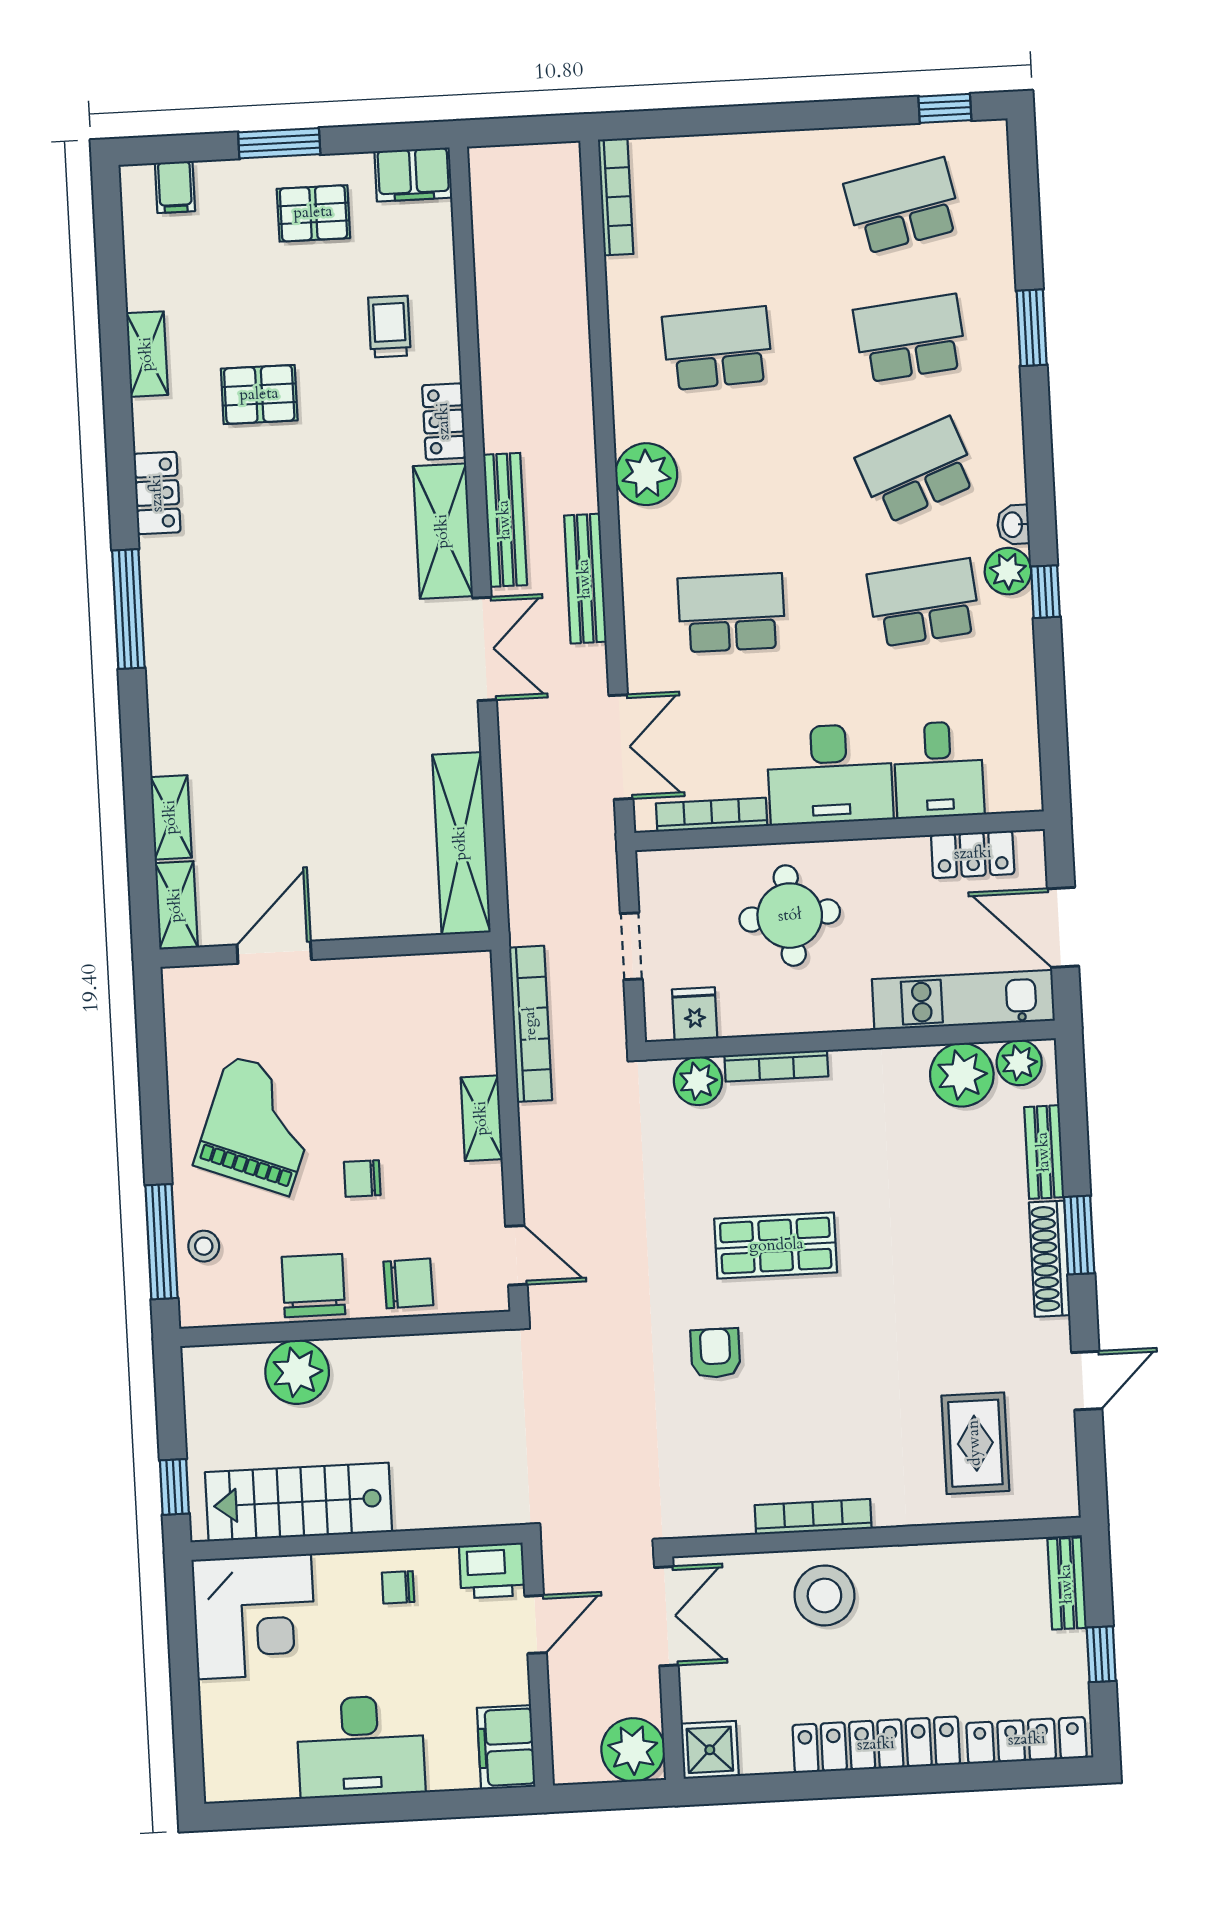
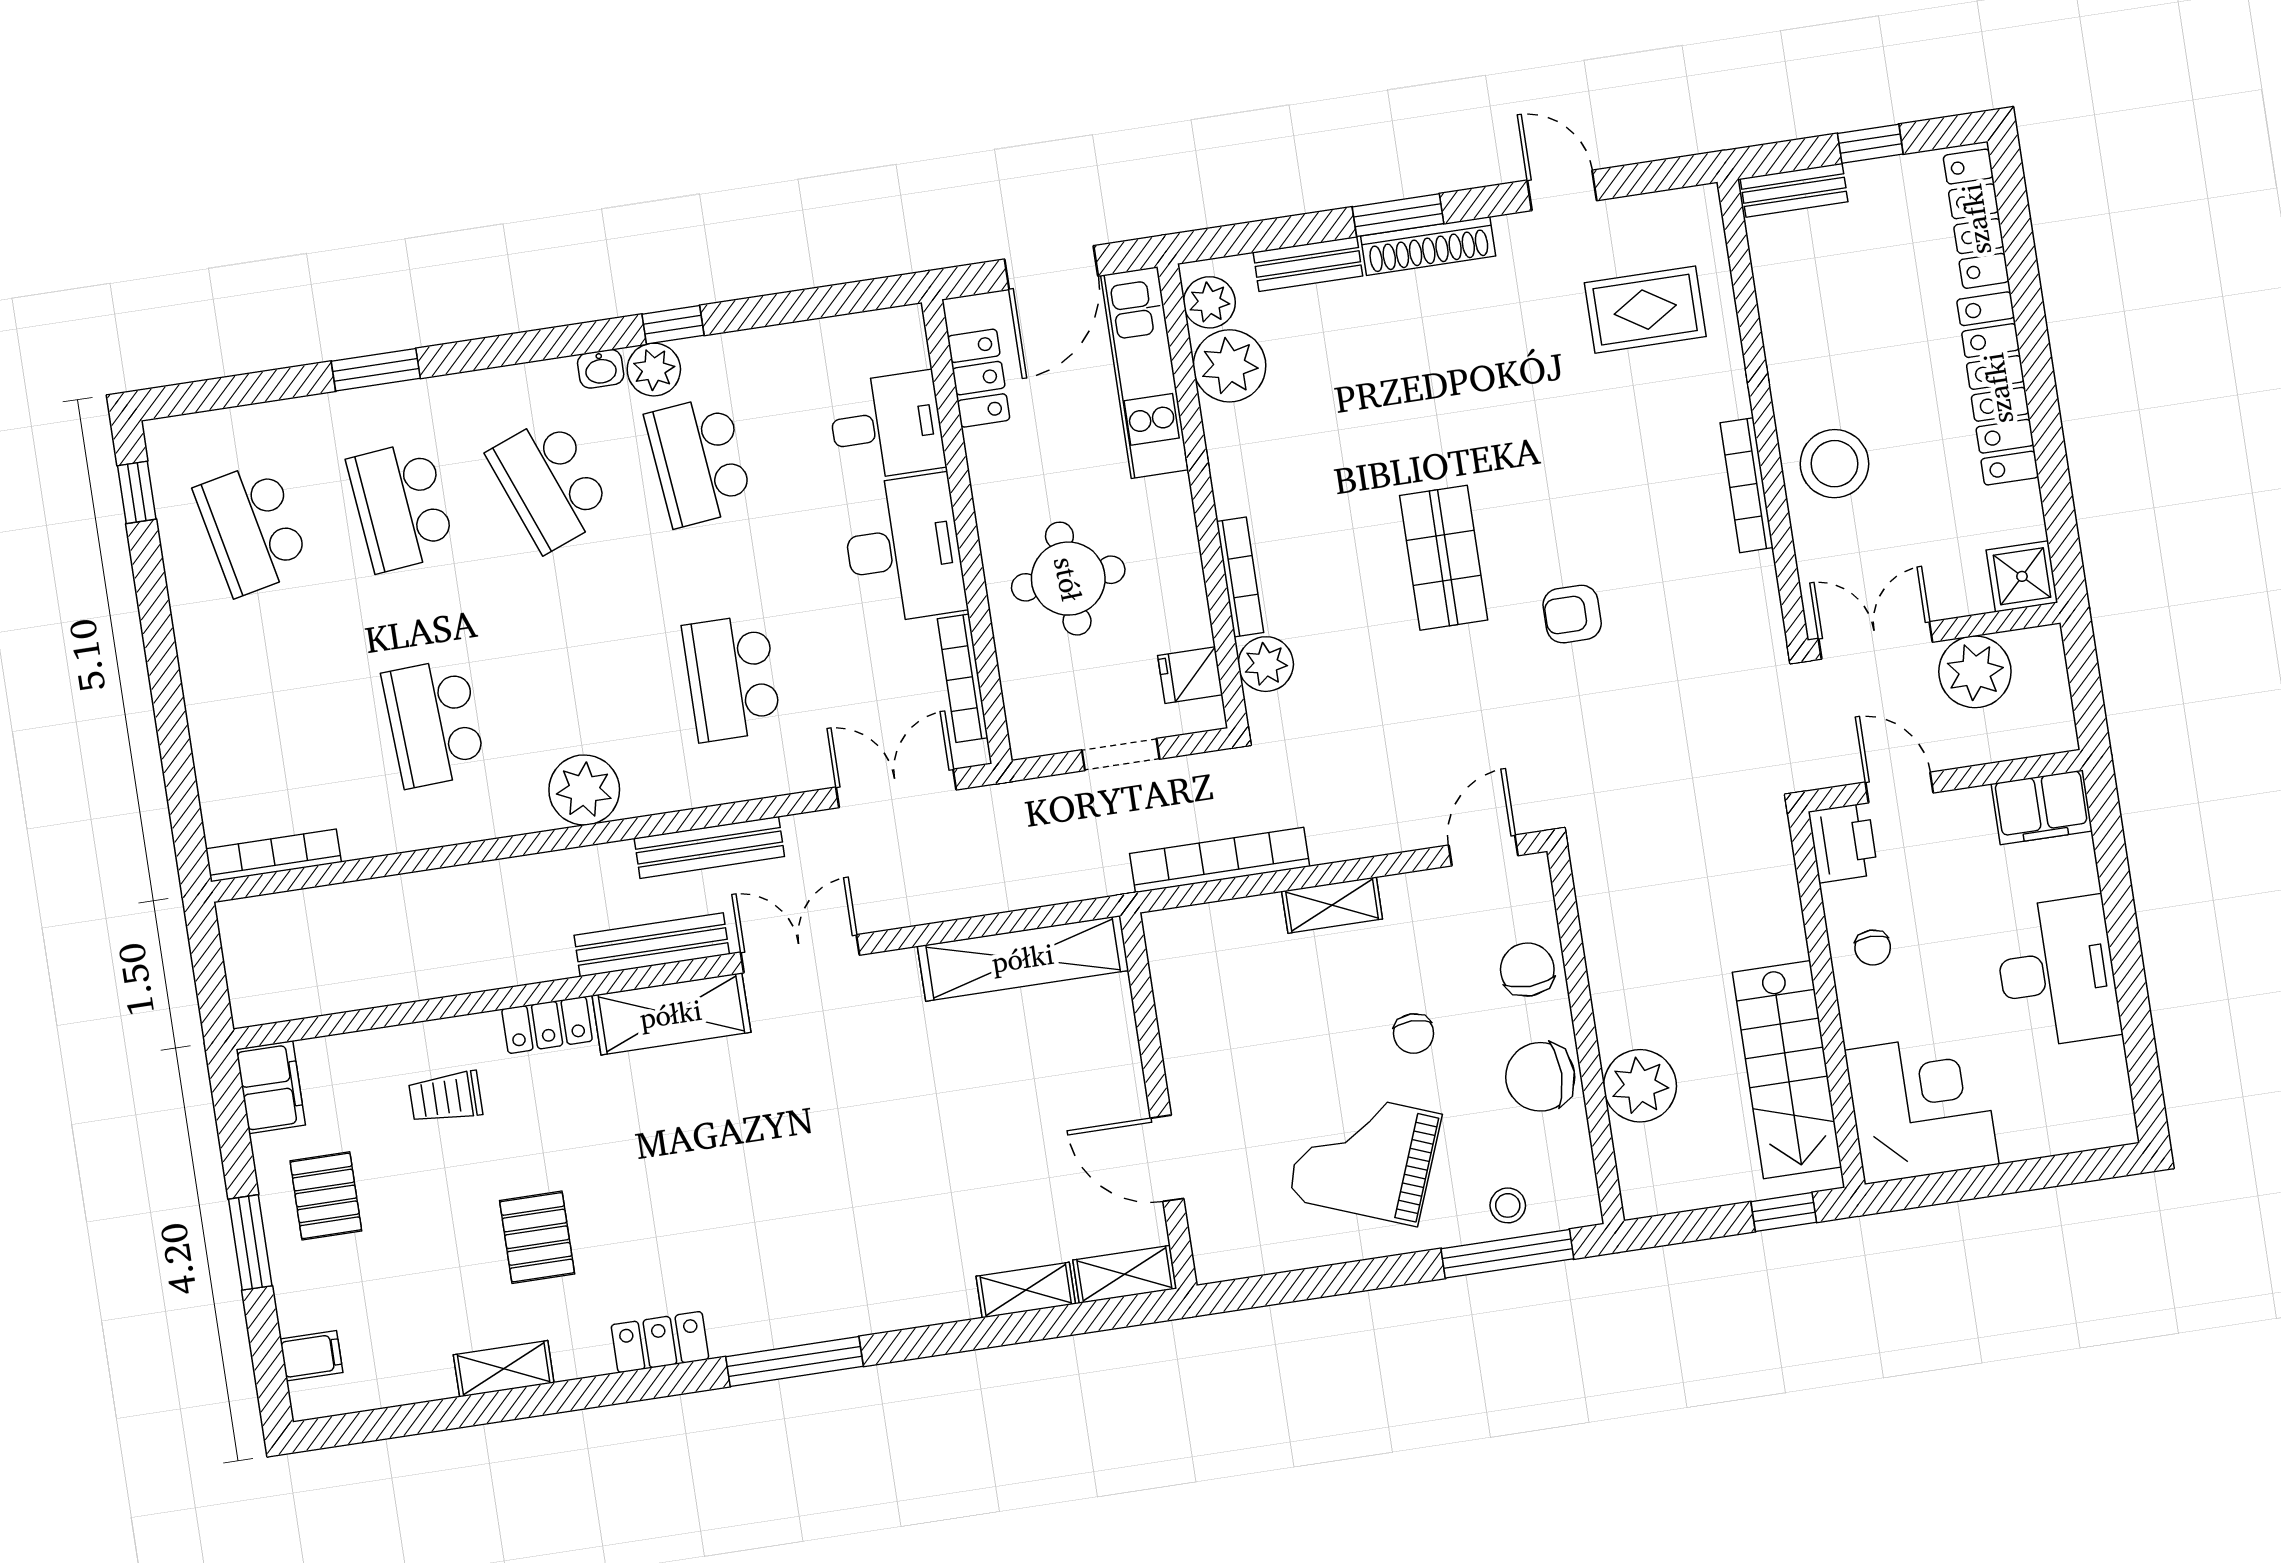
plant: (633, 1750) -> (1975, 672), moved

